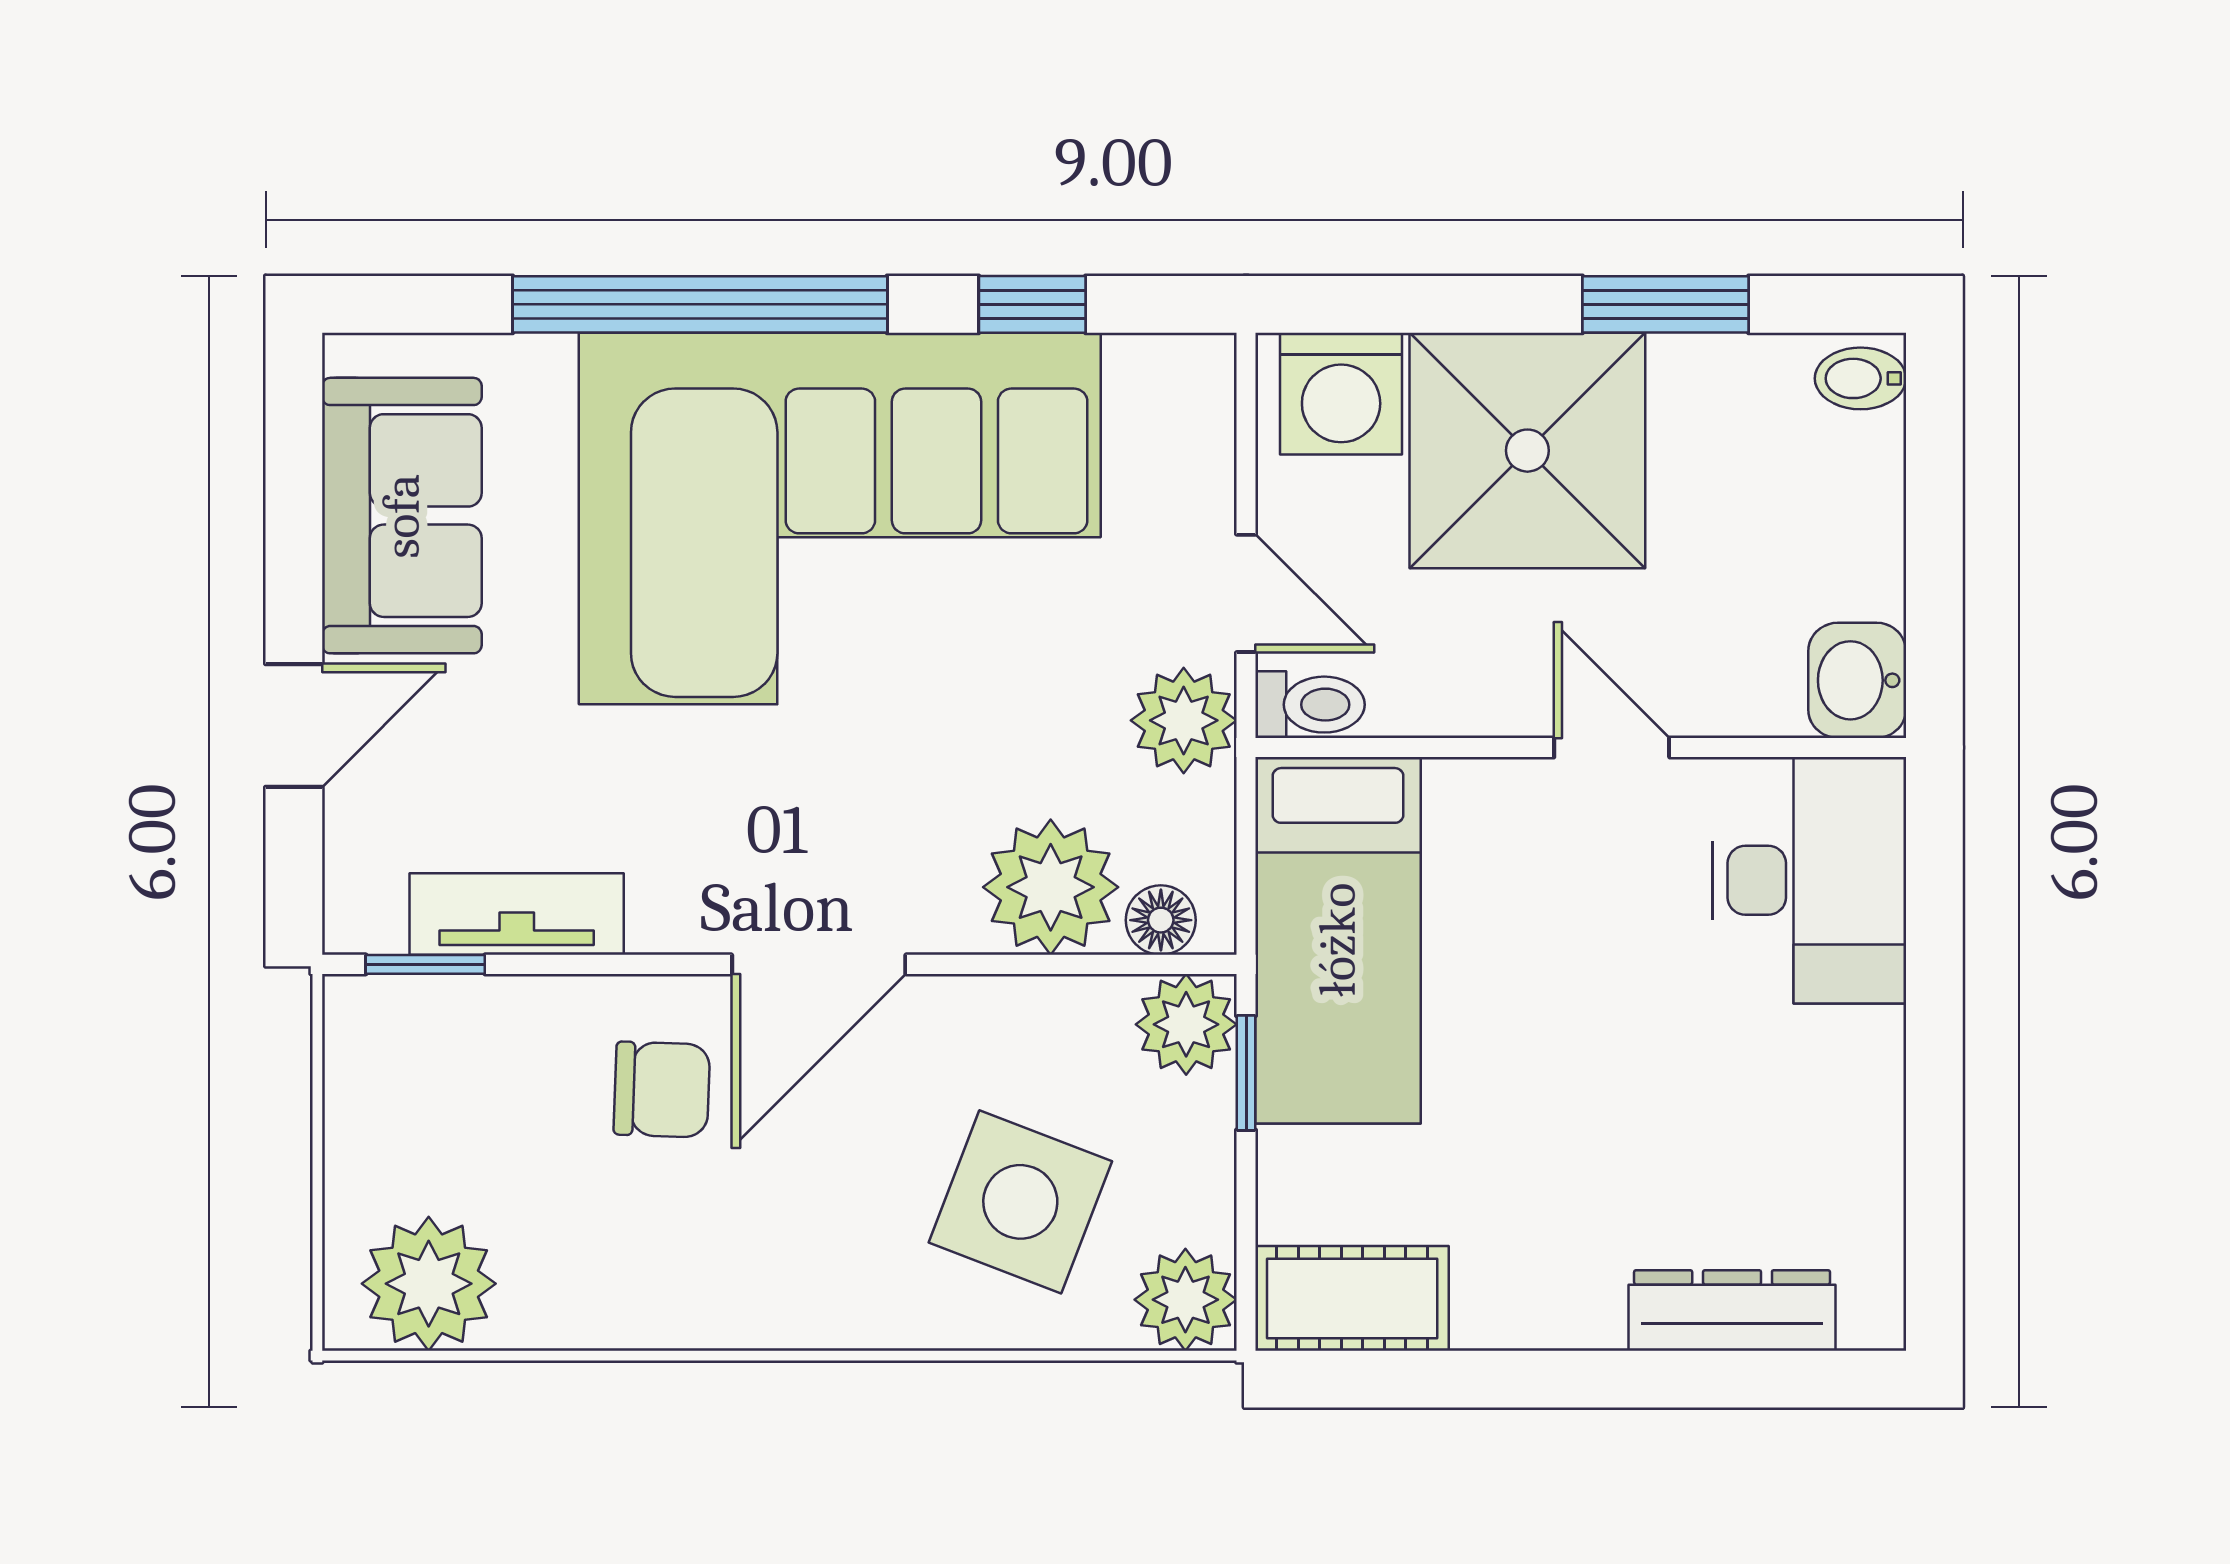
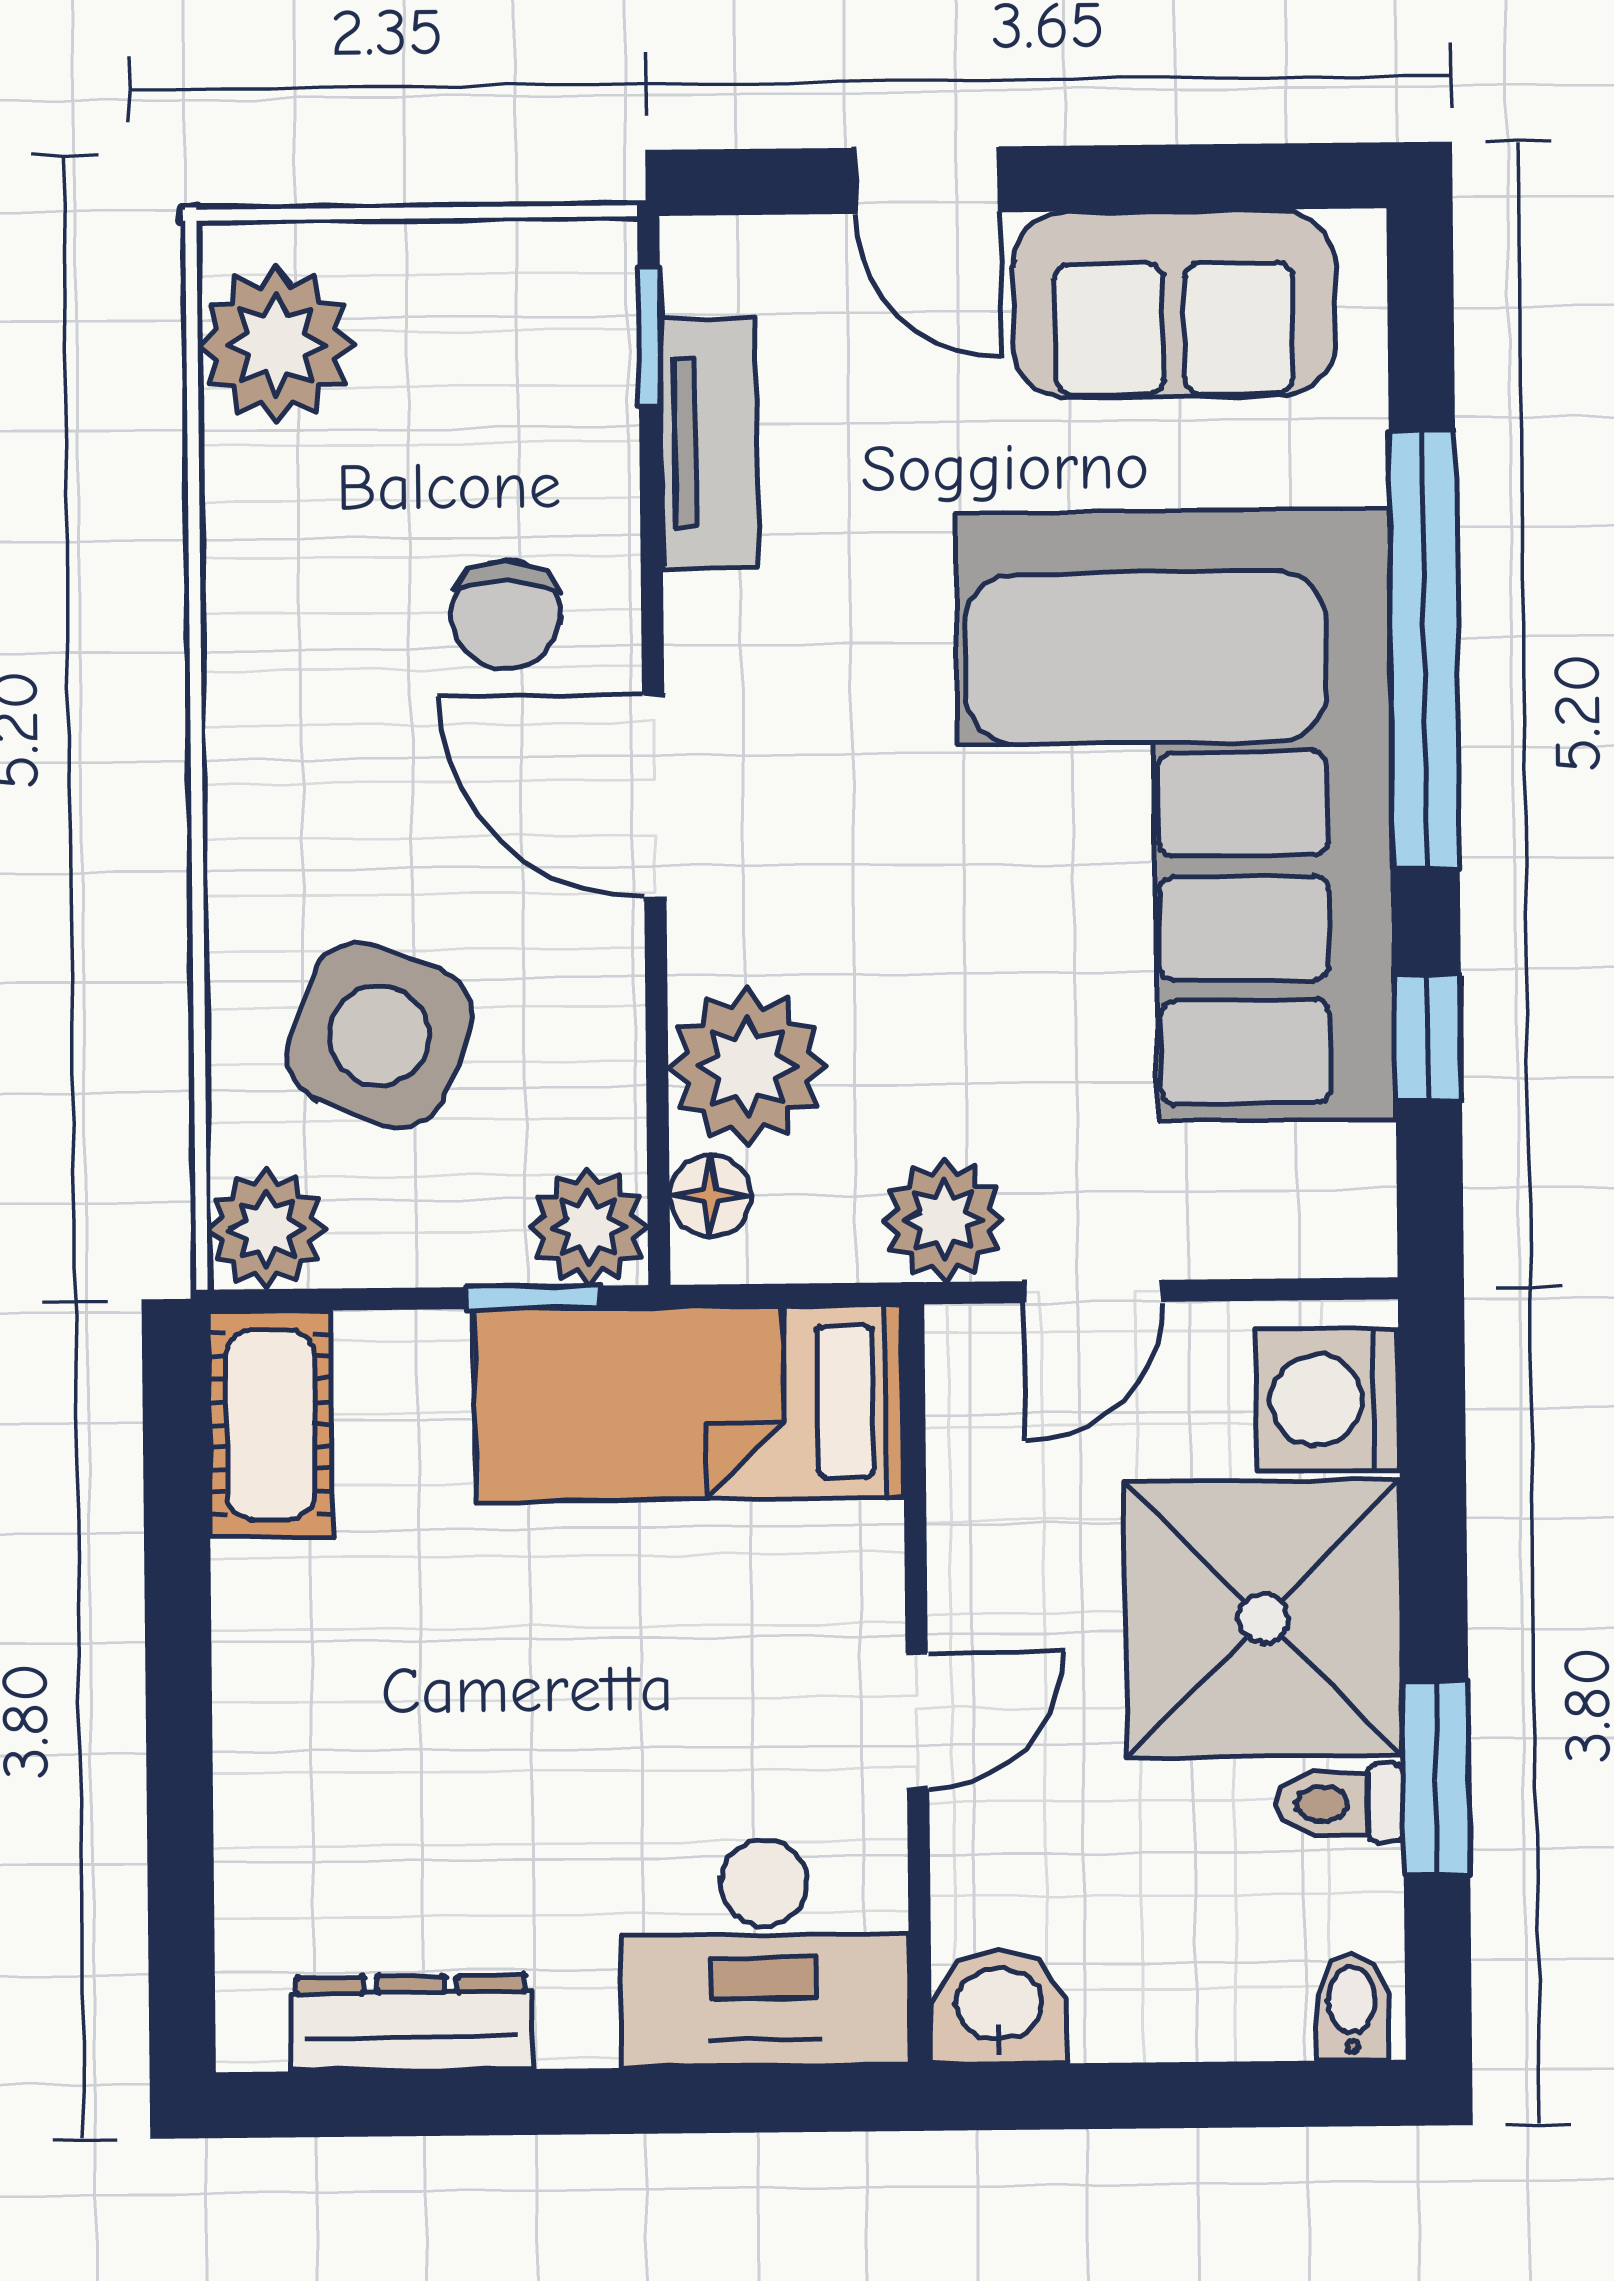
toilet: (1310, 705) -> (1339, 1804), moved, turned 90
dresser: (1732, 1310) -> (411, 2023), moved, turned -90

